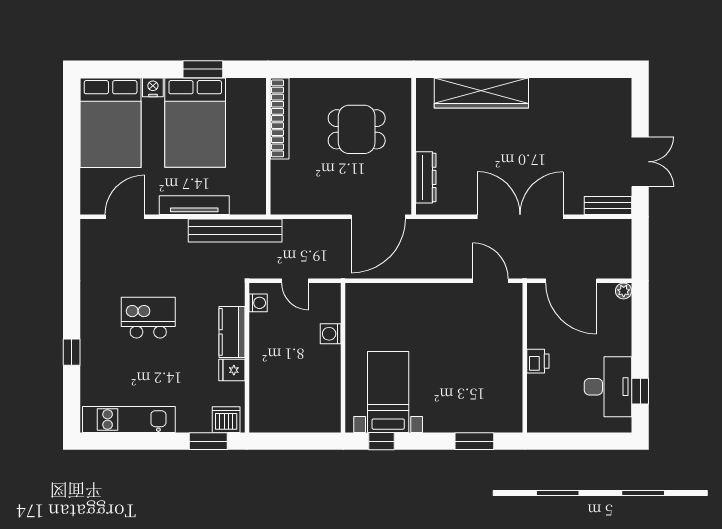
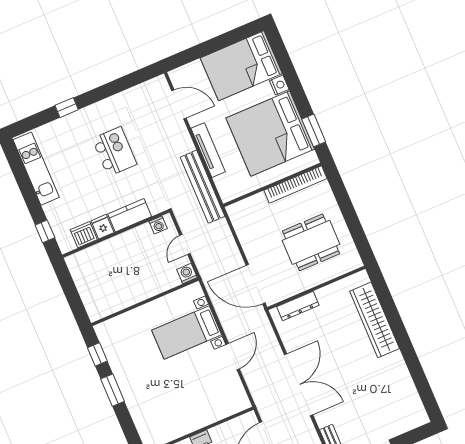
window: (203, 69) -> (314, 130), moved
bed: (195, 123) -> (270, 134), width x1.36
dining table: (357, 129) -> (311, 242), width x1.37
door: (490, 281) -> (233, 357), moved
washing machine: (331, 334) -> (187, 274), moved
bed with nightstands: (388, 392) -> (187, 332), moved, turned 180
dishwasher: (226, 420) -> (84, 235), moved, turned -90
window: (208, 441) -> (45, 231), width x0.67
window: (474, 441) -> (113, 390), moved

